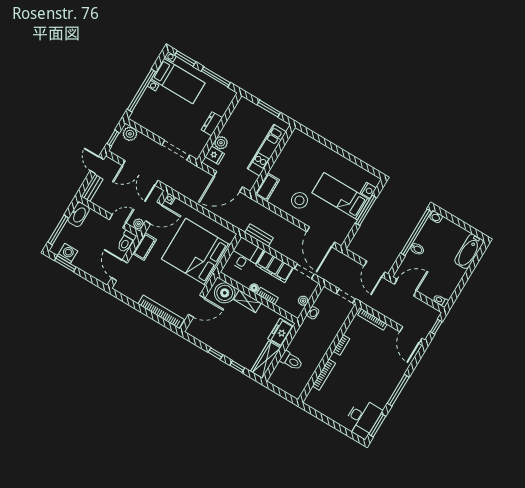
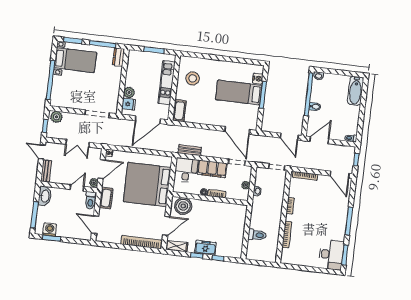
dresser: (212, 124) -> (118, 57), moved
double door: (140, 173) -> (78, 143), width x0.73
stool: (299, 200) -> (193, 78), moved
shelving: (247, 301) -> (177, 246), moved
freezer: (281, 333) -> (205, 248), moved, turned 90
wardrobe: (266, 360) -> (237, 243), removed

